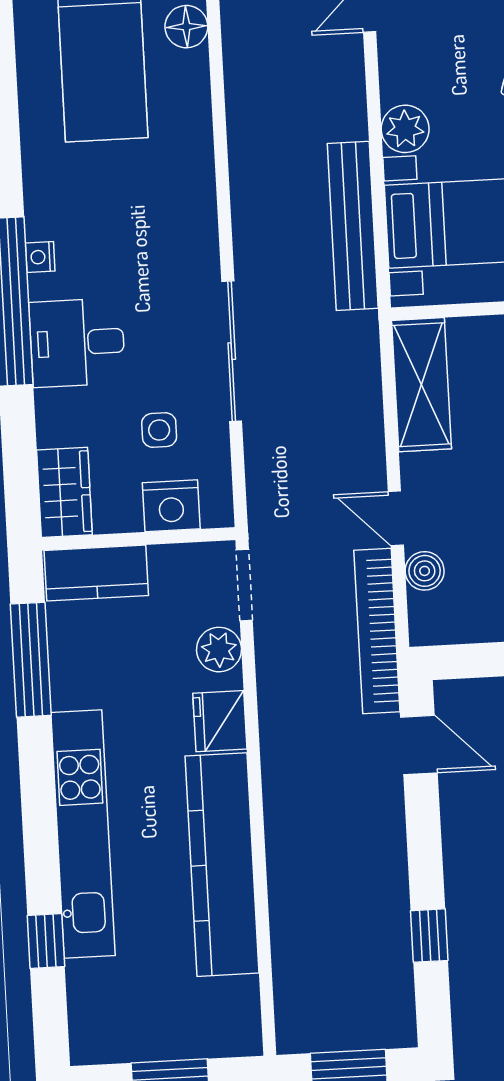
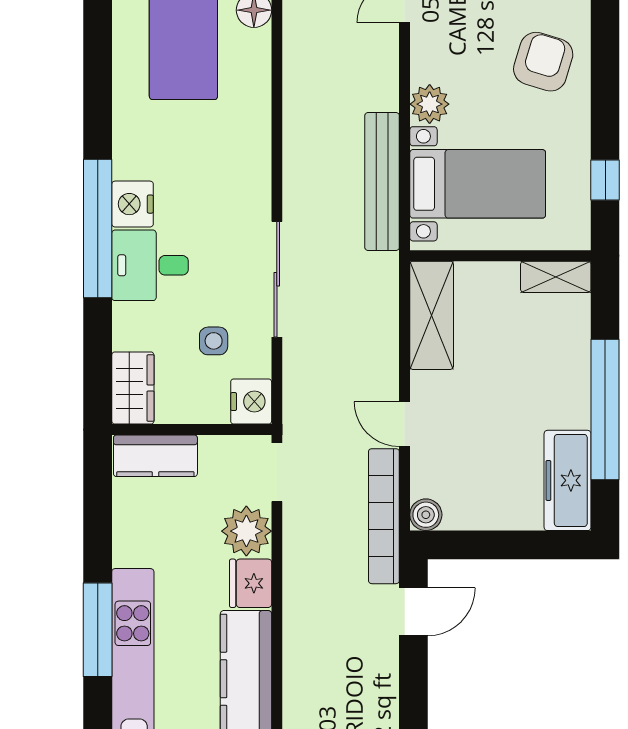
nightstand: (40, 257) -> (133, 204), width x1.89, depth x1.79
nightstand: (171, 506) -> (251, 402), moved, turned -90
boiler: (425, 571) -> (426, 515), moved
plant: (219, 650) -> (246, 531), width x1.36, depth x1.36
window: (31, 660) -> (98, 630), moved
door: (419, 745) -> (413, 612), hinge flipped

